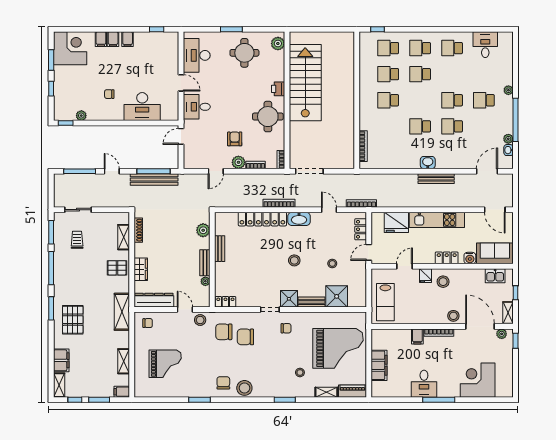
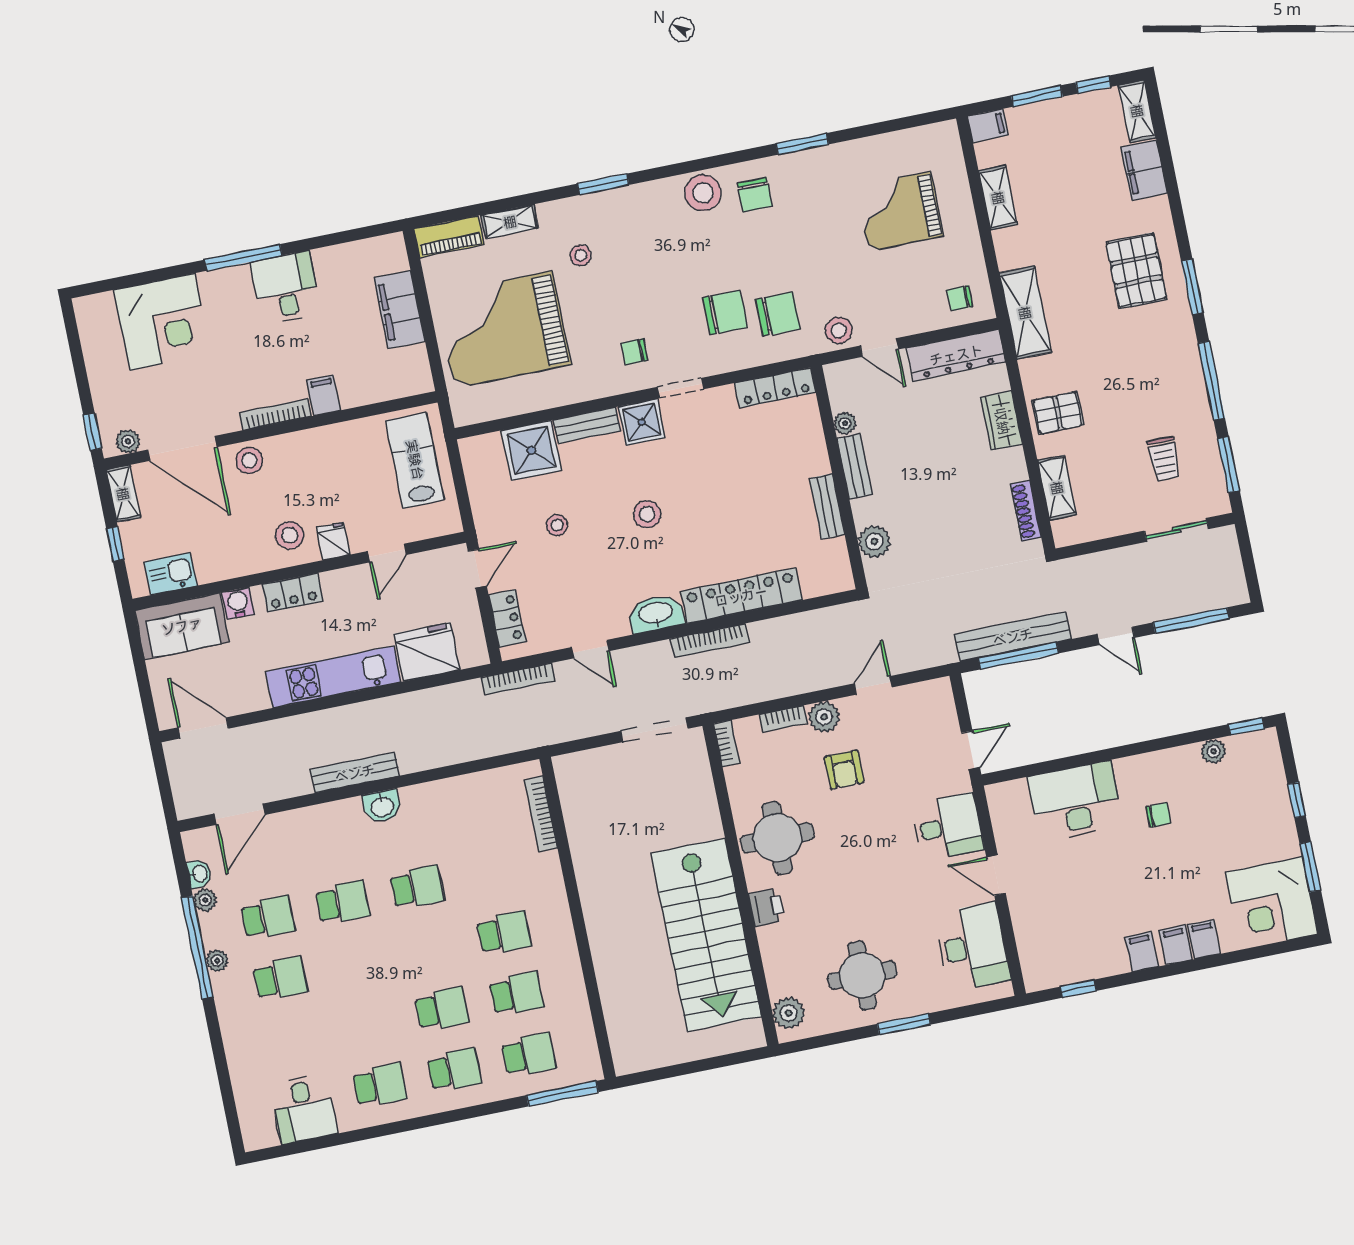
window: (378, 29) -> (562, 1094), width x2.17
plant: (508, 90) -> (217, 961), moved
school desk: (452, 100) -> (268, 918), moved
locker: (225, 302) -> (775, 388), width x1.53

